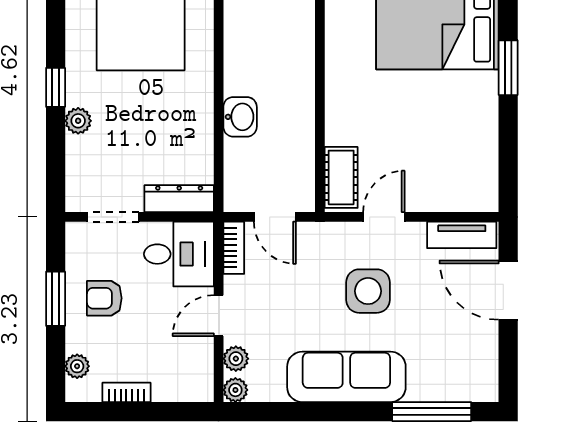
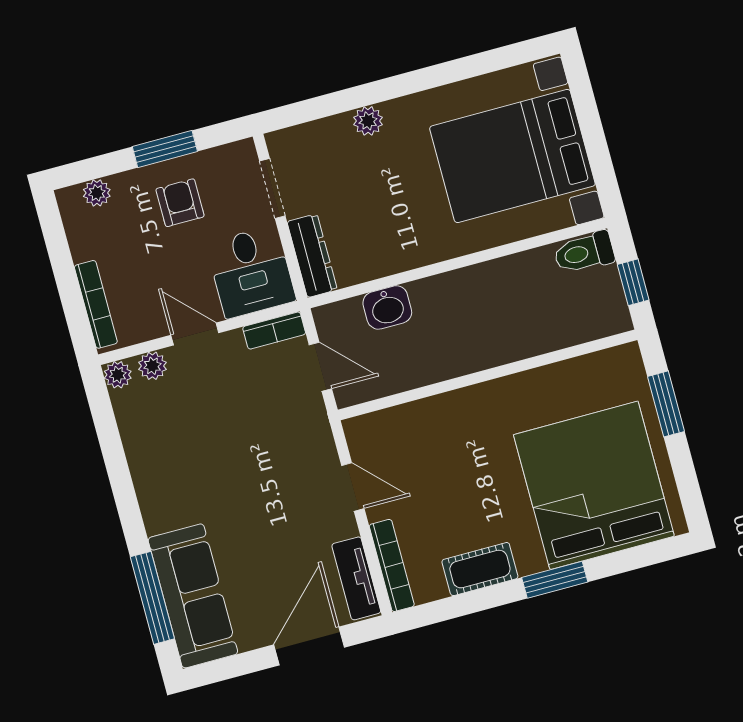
window: (56, 87) -> (398, 86), removed
washbasin: (240, 117) -> (387, 307), moved
cot: (341, 177) -> (480, 569), moved
bookcase: (459, 202) -> (392, 565), added
door: (275, 217) -> (320, 367), swing flipped
side table: (368, 291) -> (266, 492), removed
sofa: (346, 377) -> (193, 596), moved
bookcase: (126, 392) -> (96, 304), moved, width x1.56

